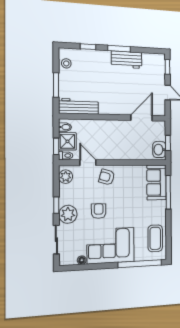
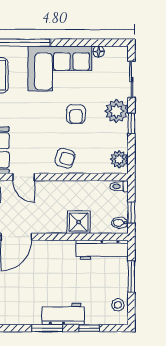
workbench: (127, 60) -> (63, 314), moved
shower: (67, 141) -> (79, 222), moved
window: (56, 146) -> (131, 212), moved
door: (88, 163) -> (24, 177), moved

